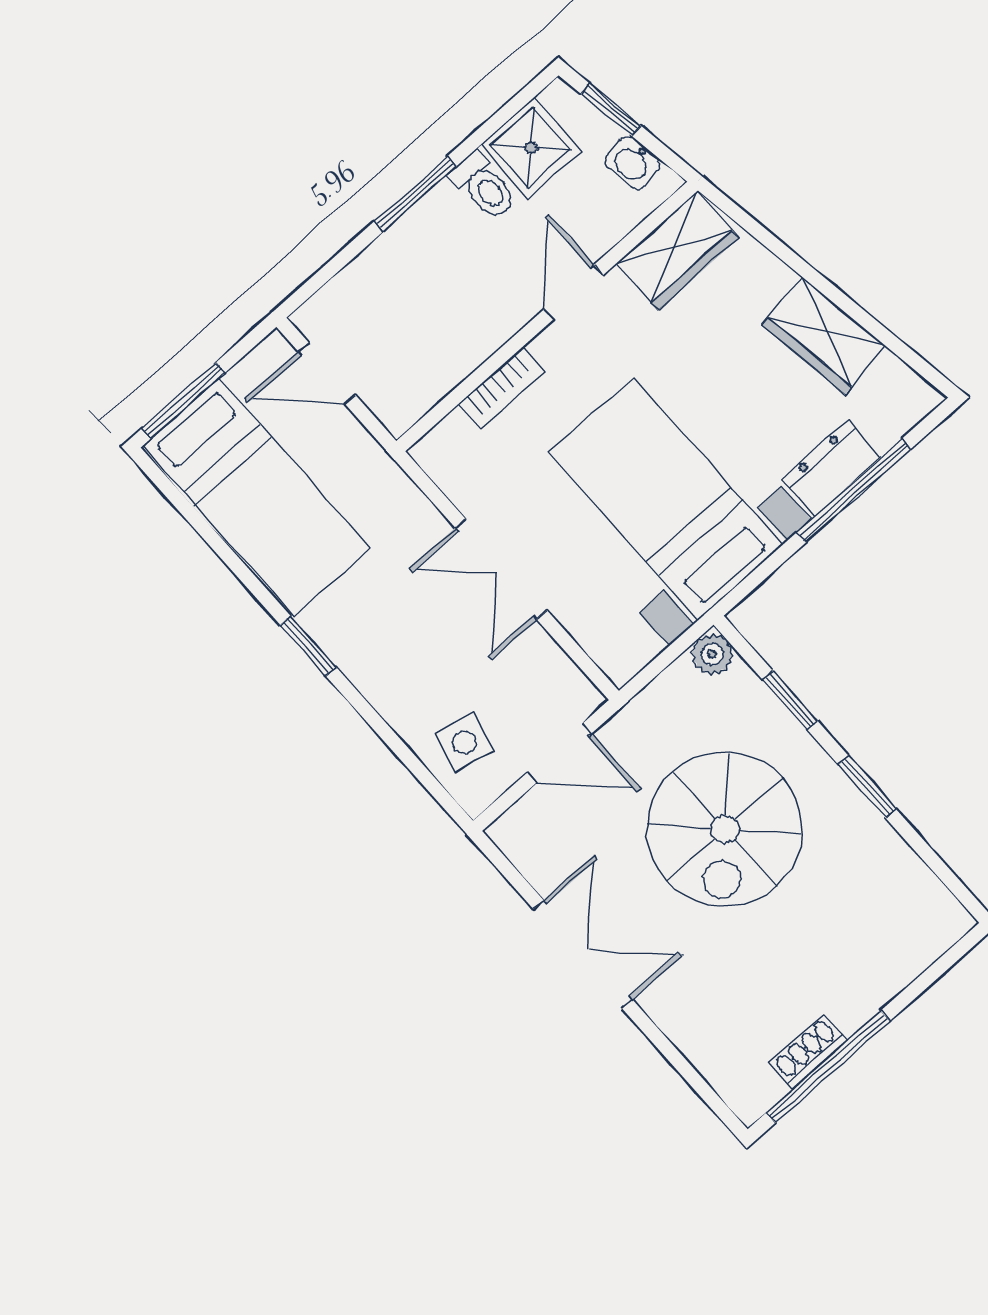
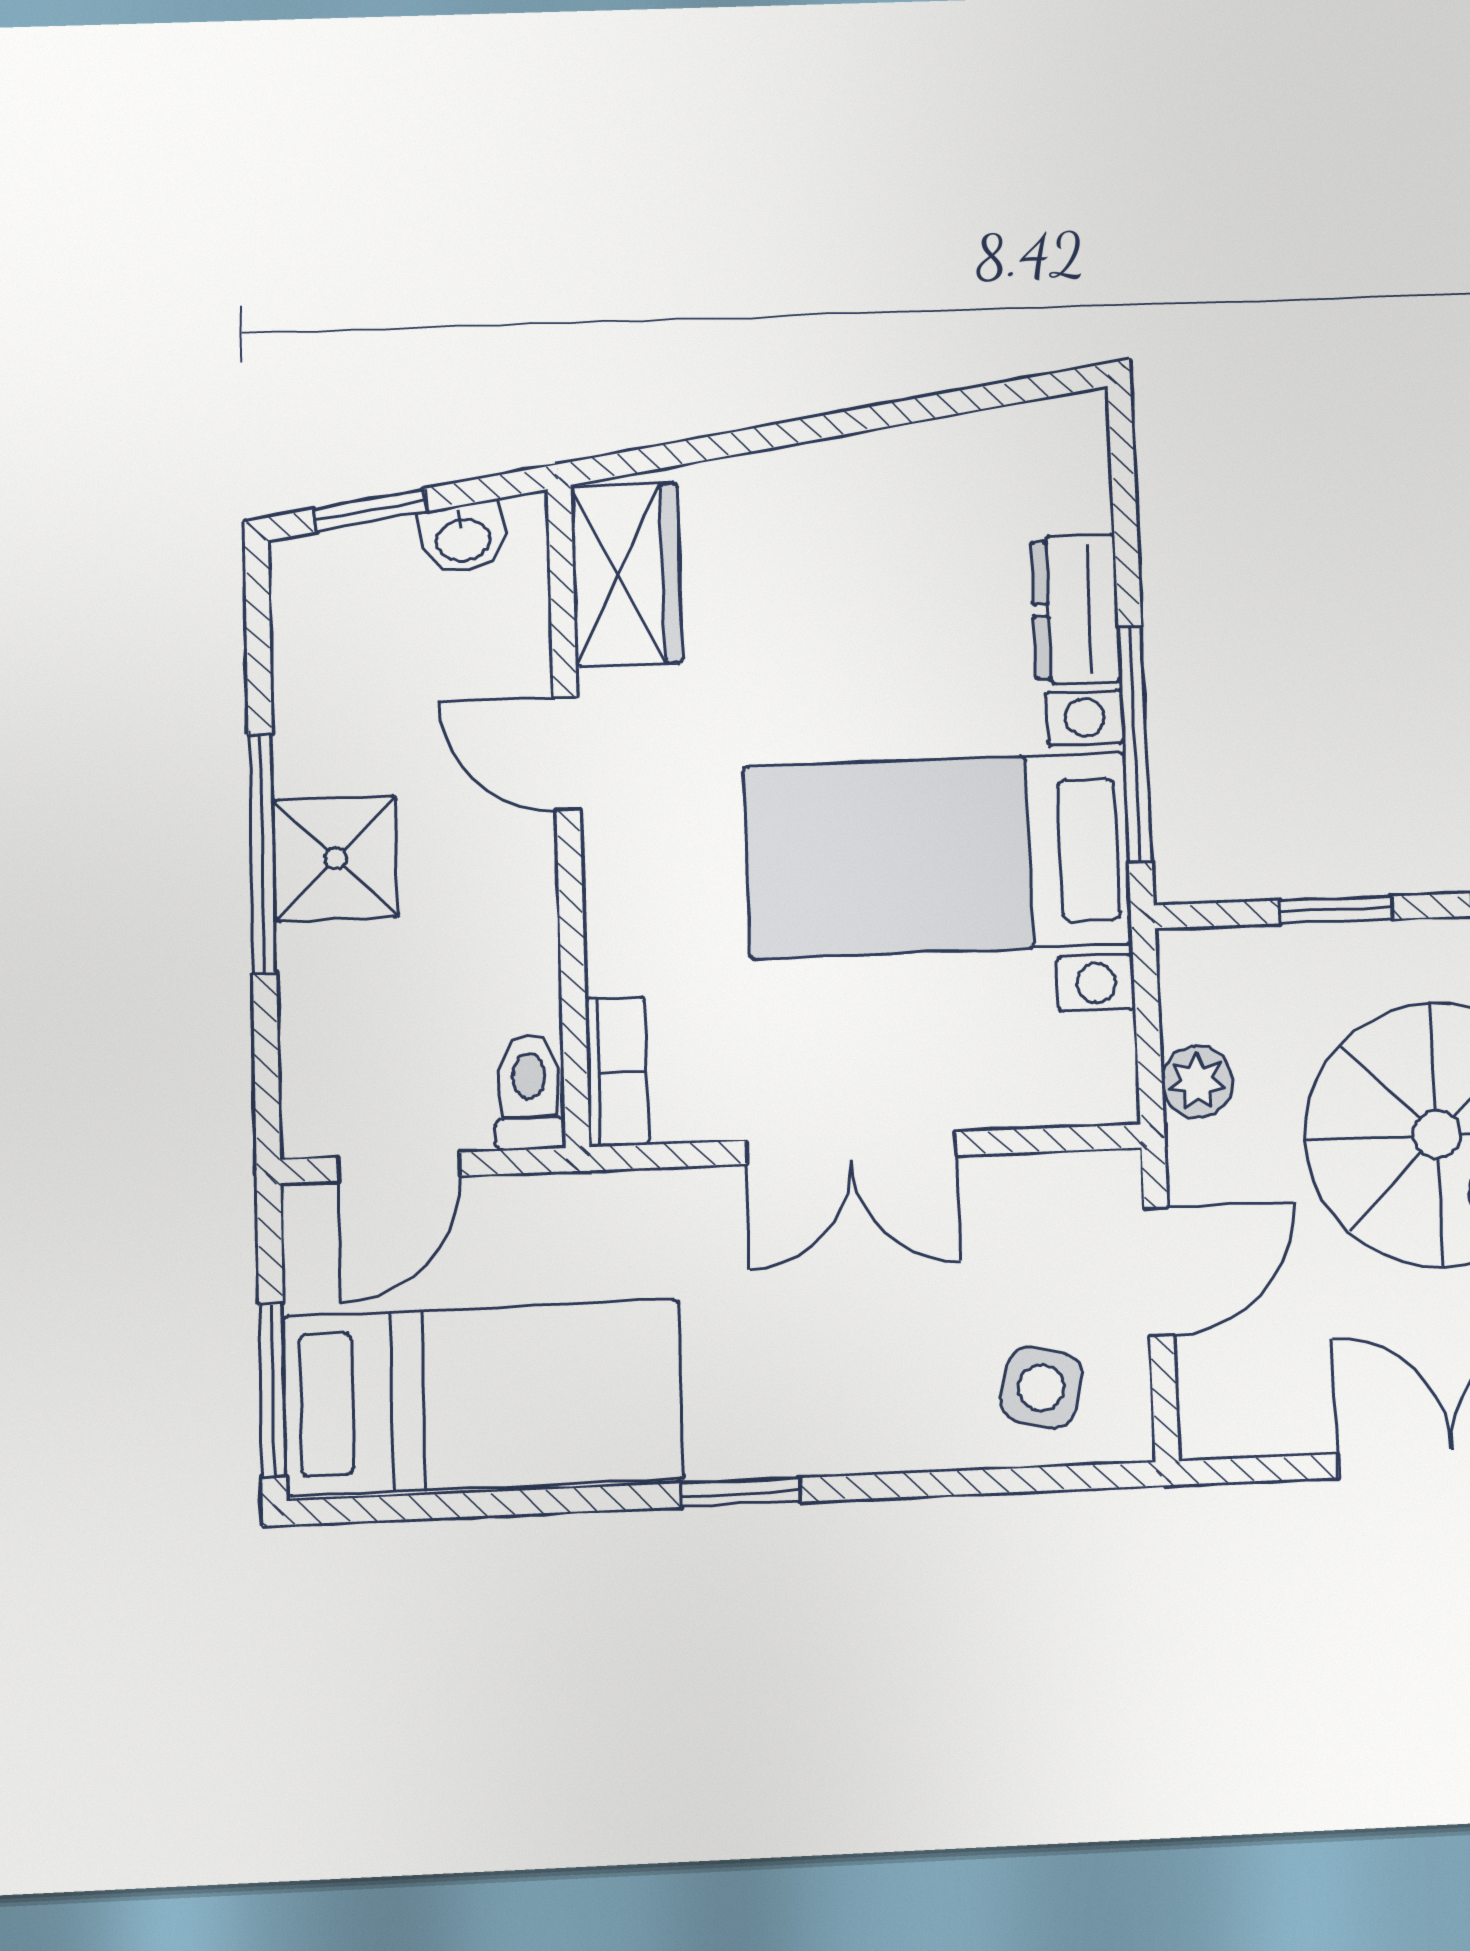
shower: (531, 148) -> (336, 858), moved
toilet: (484, 186) -> (529, 1092), moved, turned -90
window: (415, 194) -> (262, 854), width x1.44
wardrobe: (823, 335) -> (894, 478), removed
bookcase: (502, 388) -> (617, 1072), moved
window: (854, 491) -> (1135, 744), moved
plant: (712, 654) -> (1197, 1082), moved

